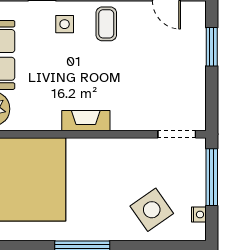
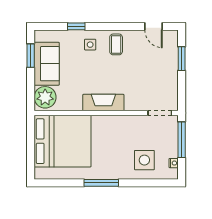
fireplace: (86, 121) -> (103, 103), width x1.37, depth x1.32
side table: (152, 210) -> (144, 160), turned 35

